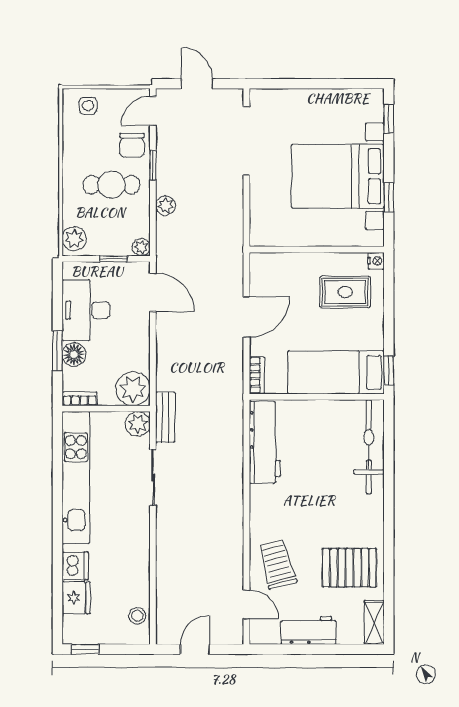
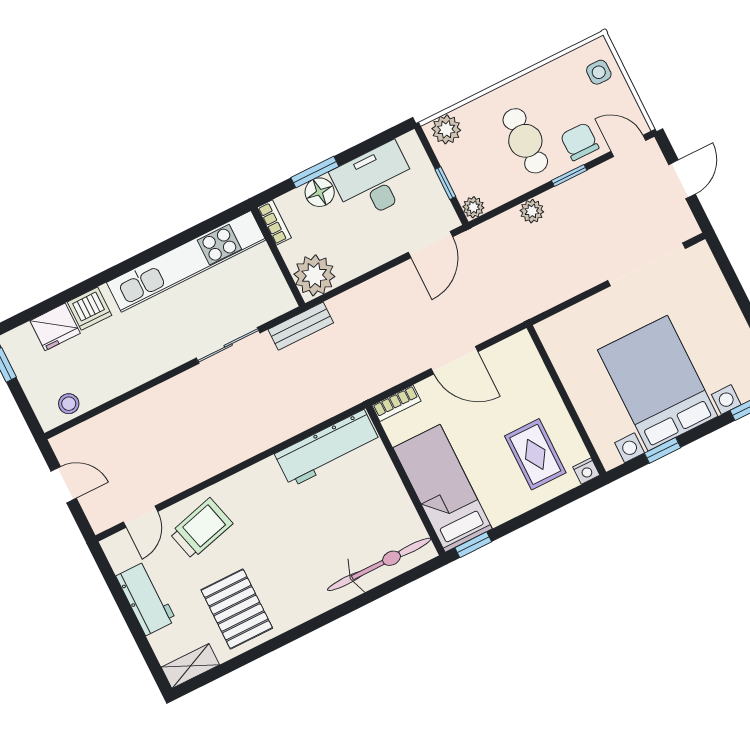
chair: (132, 145) -> (580, 142), turned 90
plant: (138, 424) -> (279, 300), removed

